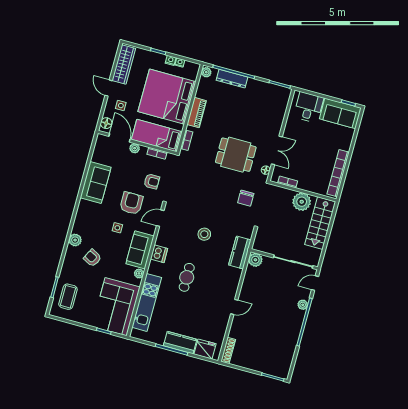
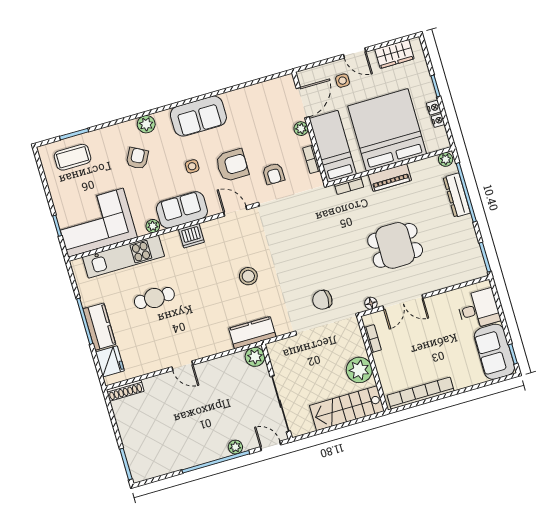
wardrobe: (124, 64) -> (394, 54), width x0.67
door: (109, 88) -> (355, 53), swing flipped
floor lamp: (106, 123) -> (311, 76), removed
dining table: (236, 155) -> (395, 245), moved, turned 90
sofa: (96, 183) -> (198, 116), moved
cafe table: (187, 277) -> (154, 298), moved

